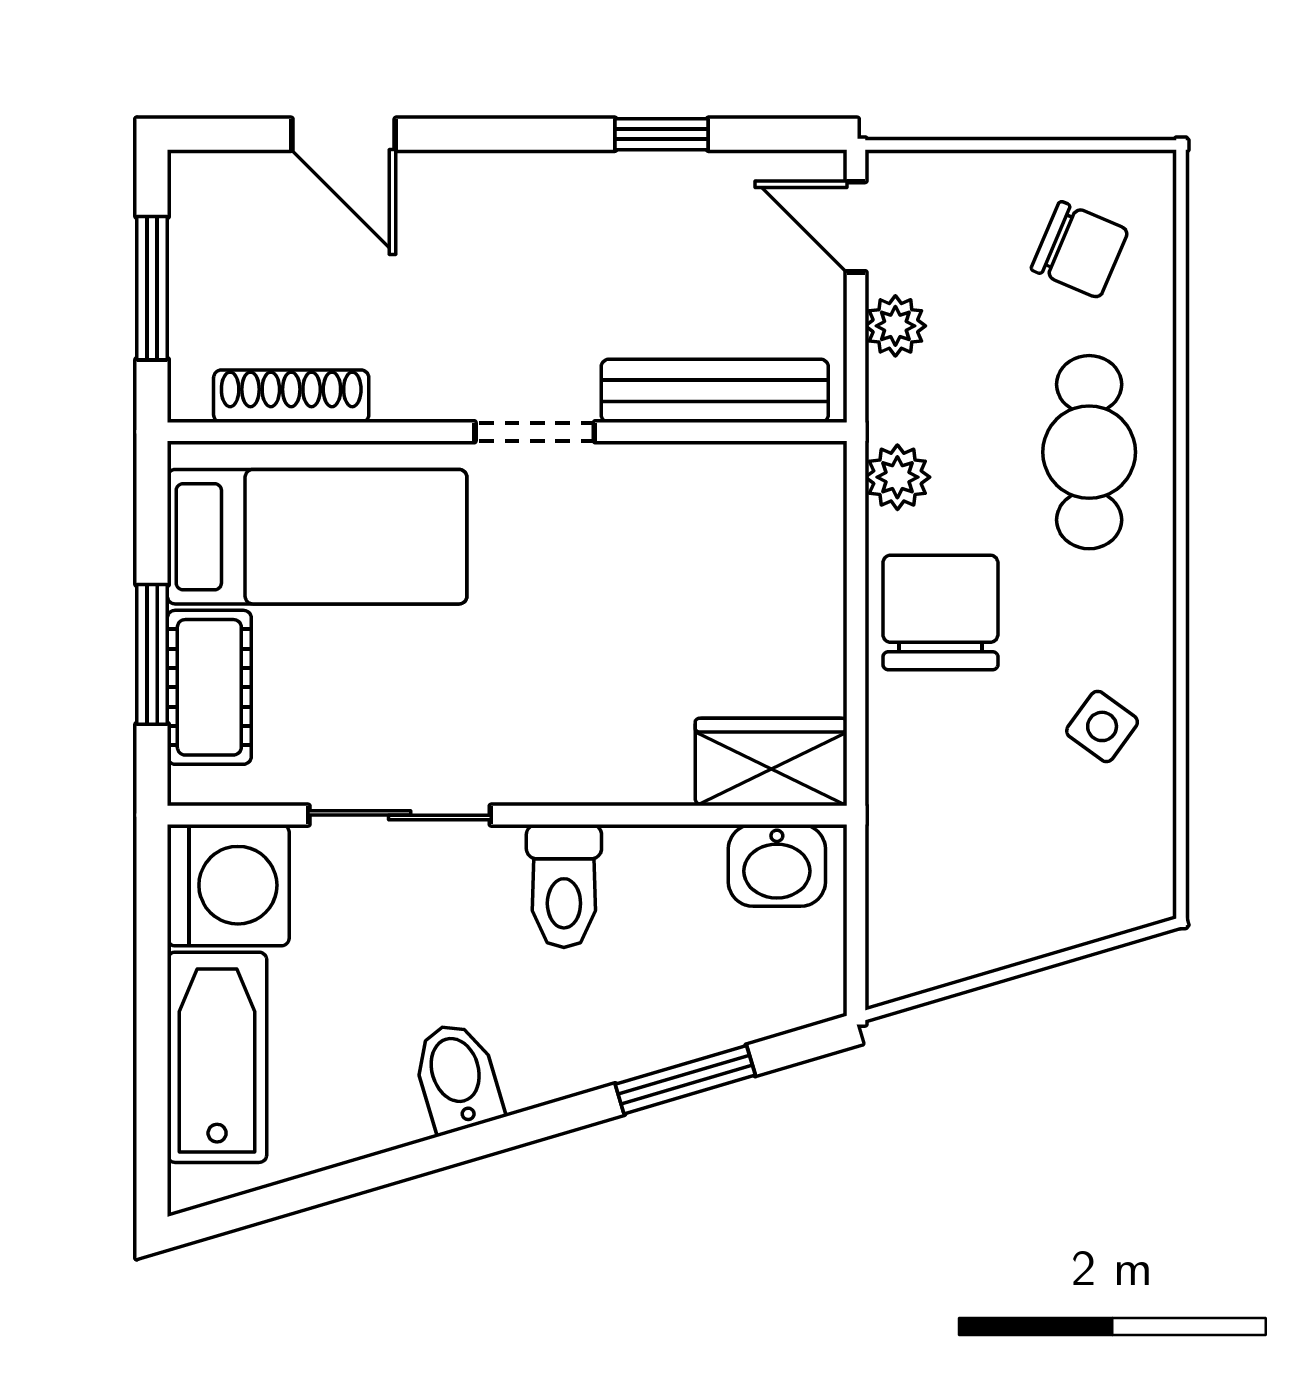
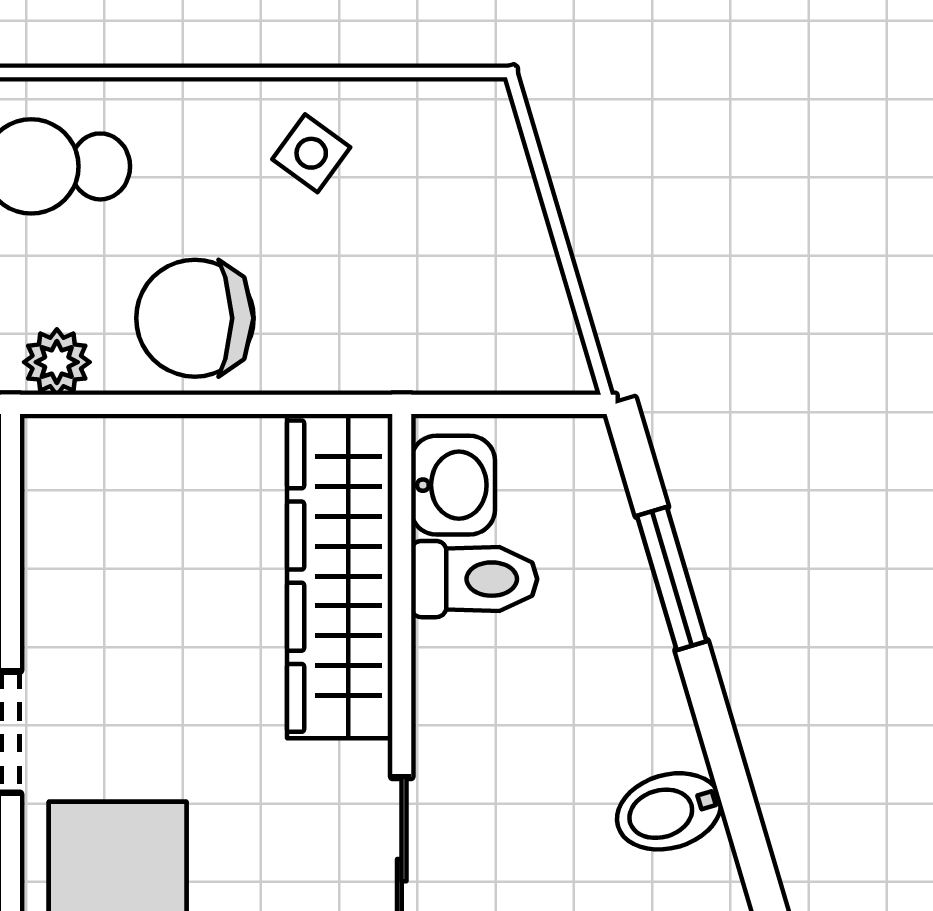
wardrobe: (771, 762) -> (340, 576), width x2.10, depth x1.17
toilet: (564, 886) -> (474, 579), moved

